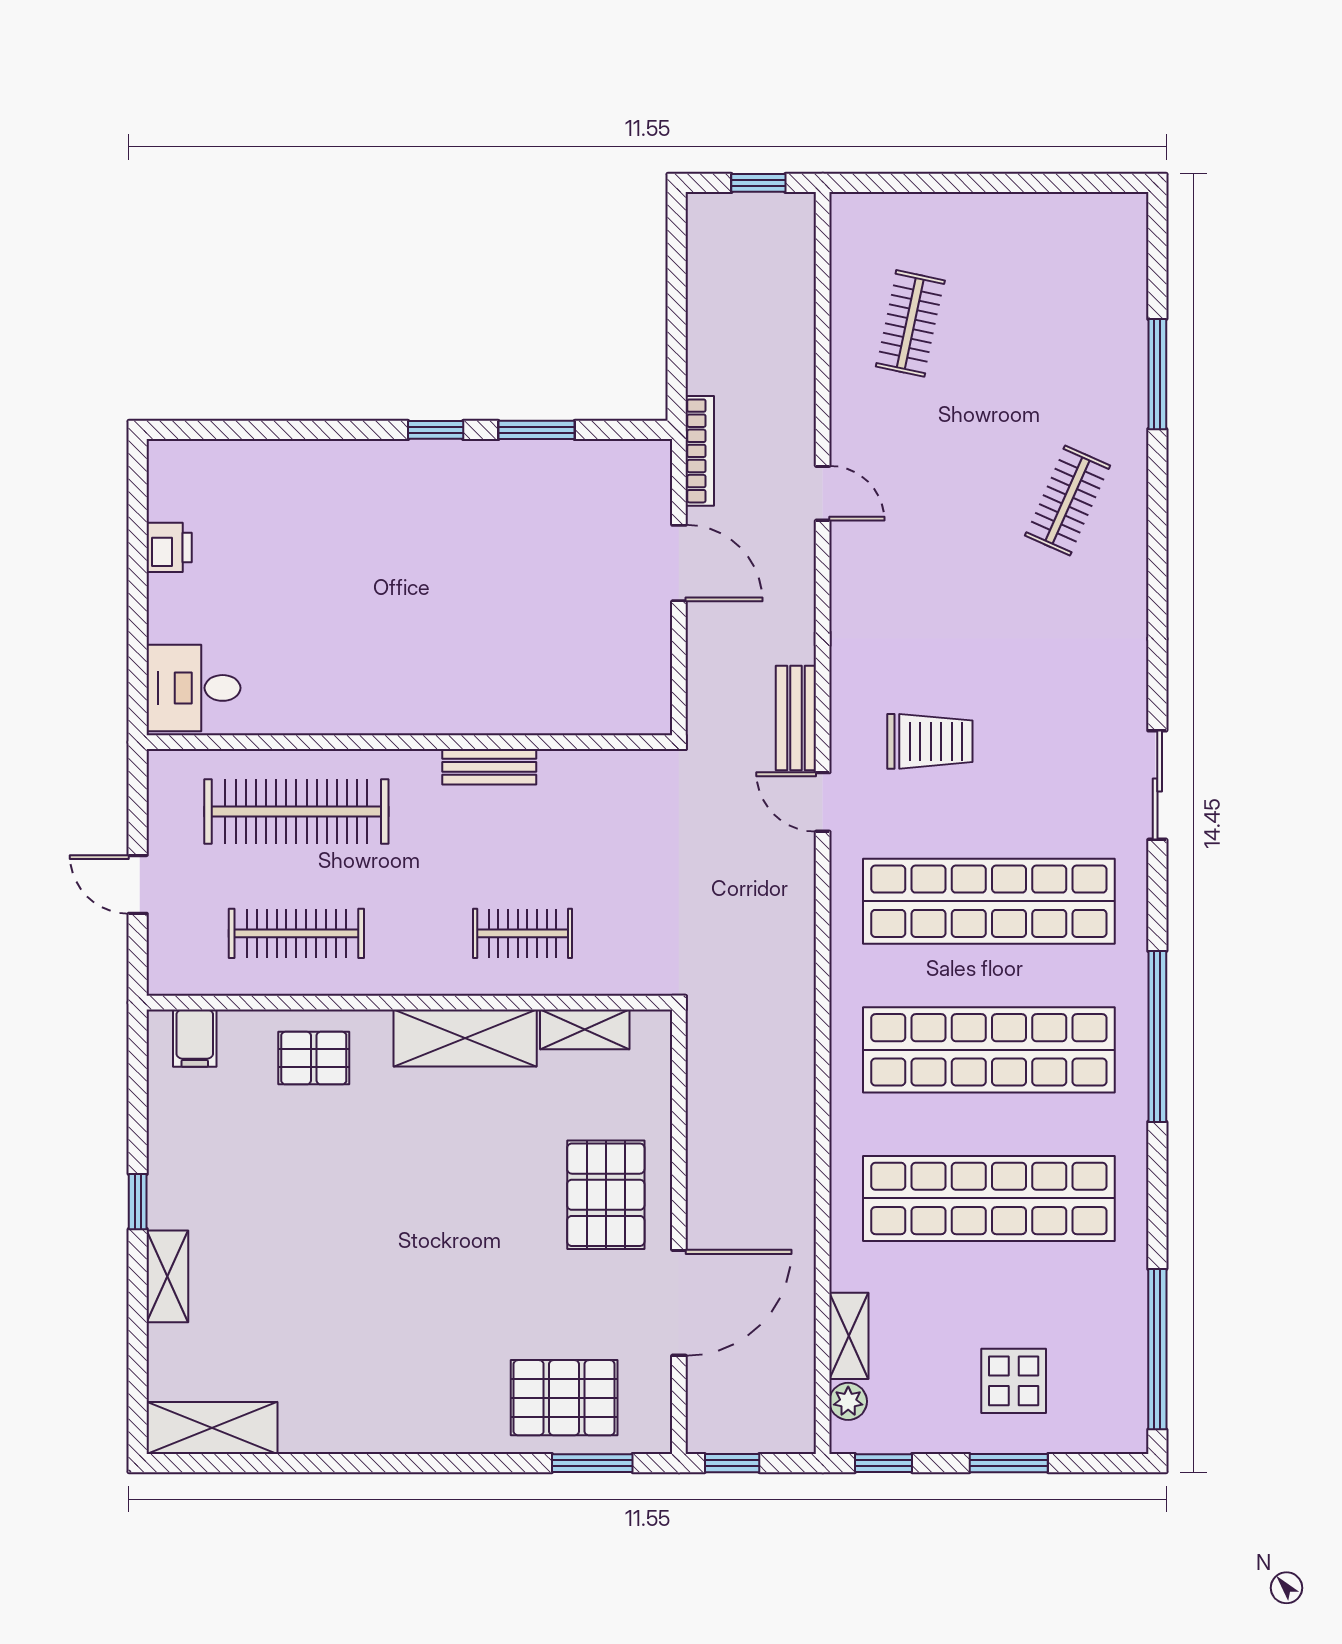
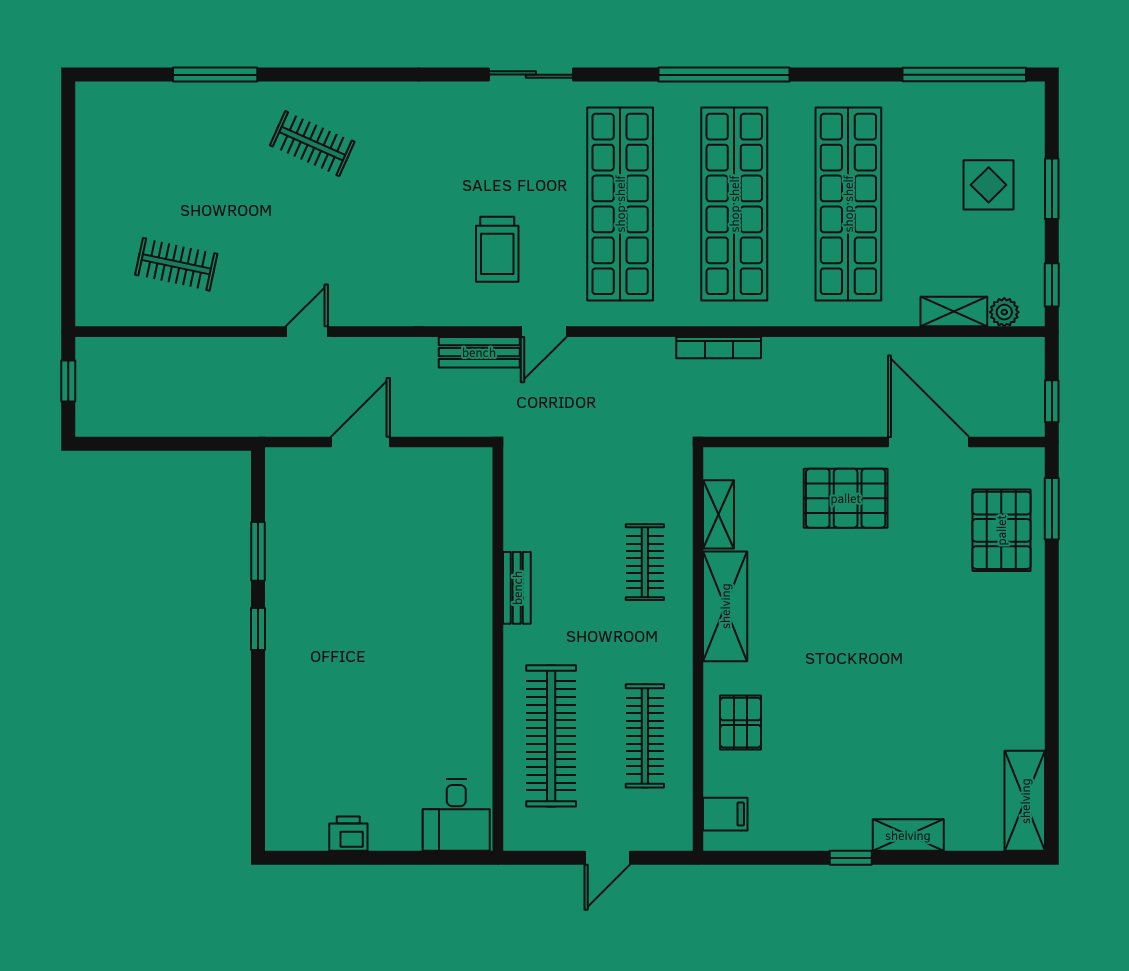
bookcase: (700, 451) -> (719, 348), moved, turned 180
trolley: (930, 741) -> (497, 249), turned 180

